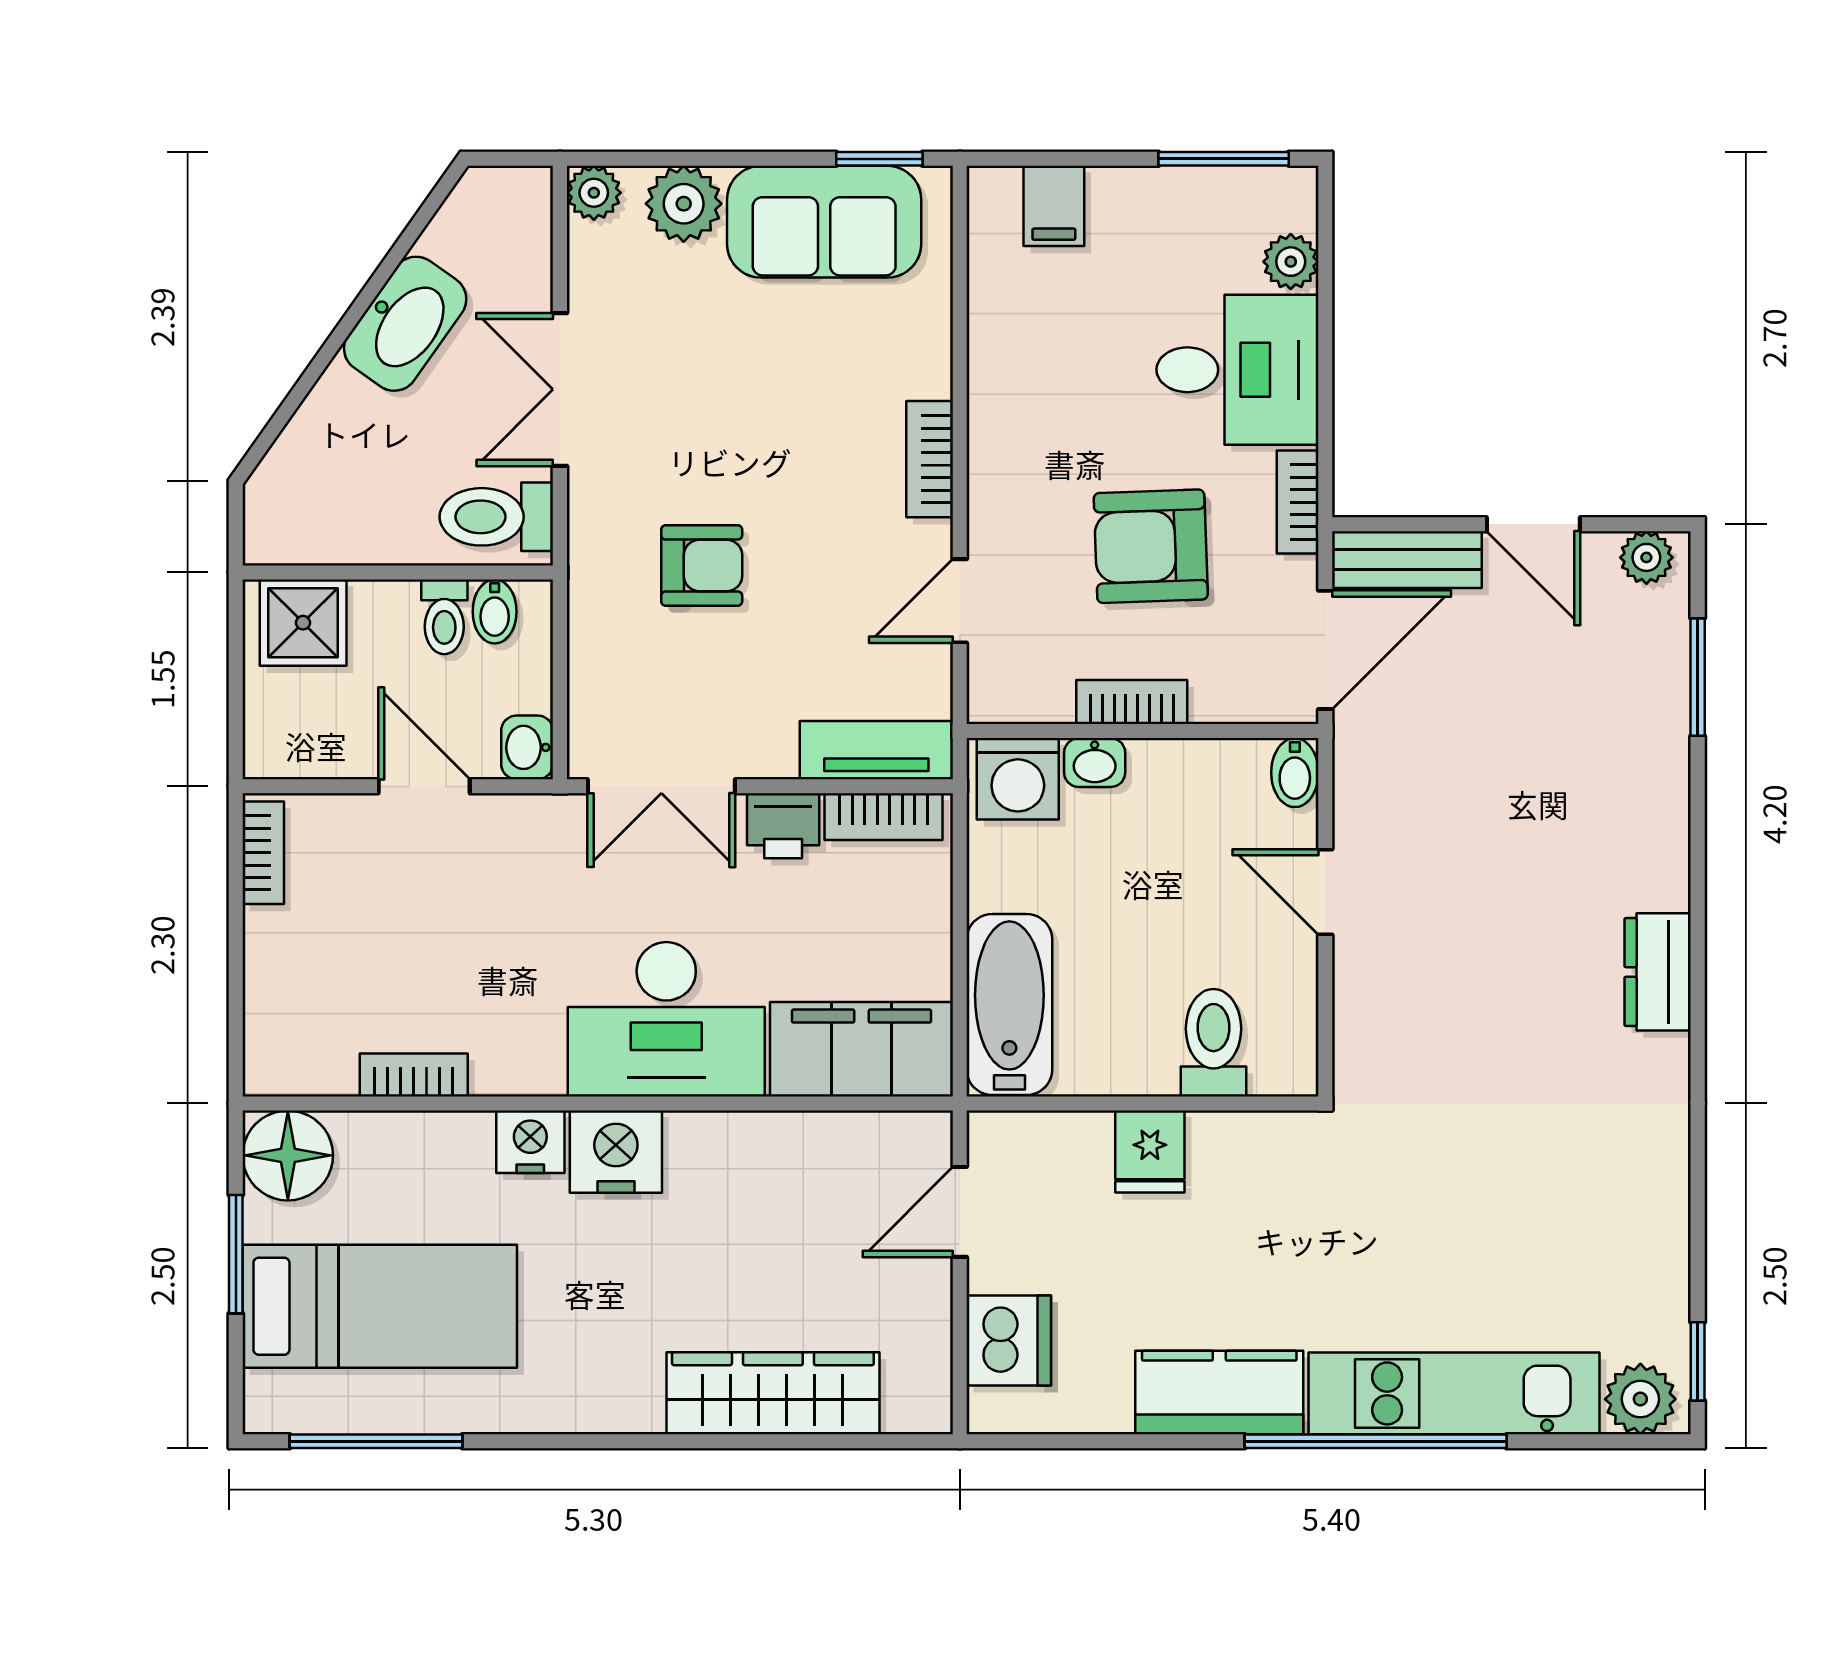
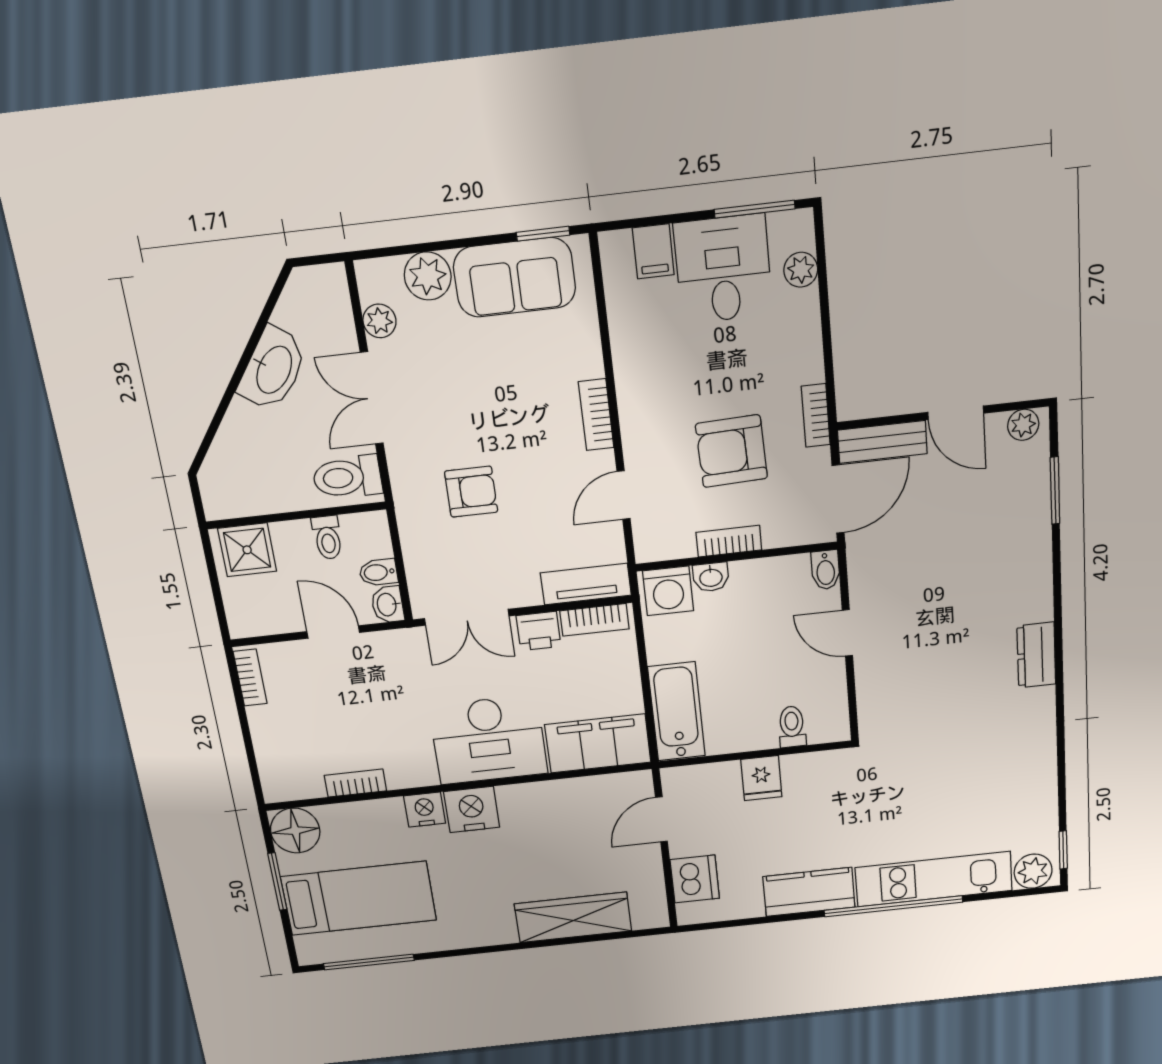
plant: (594, 193) -> (379, 321), moved
desk: (1237, 370) -> (723, 269), moved, turned -90
bidet: (495, 611) -> (378, 572), moved, turned 90
toilet: (1213, 1043) -> (792, 727), width x0.73, depth x0.72

